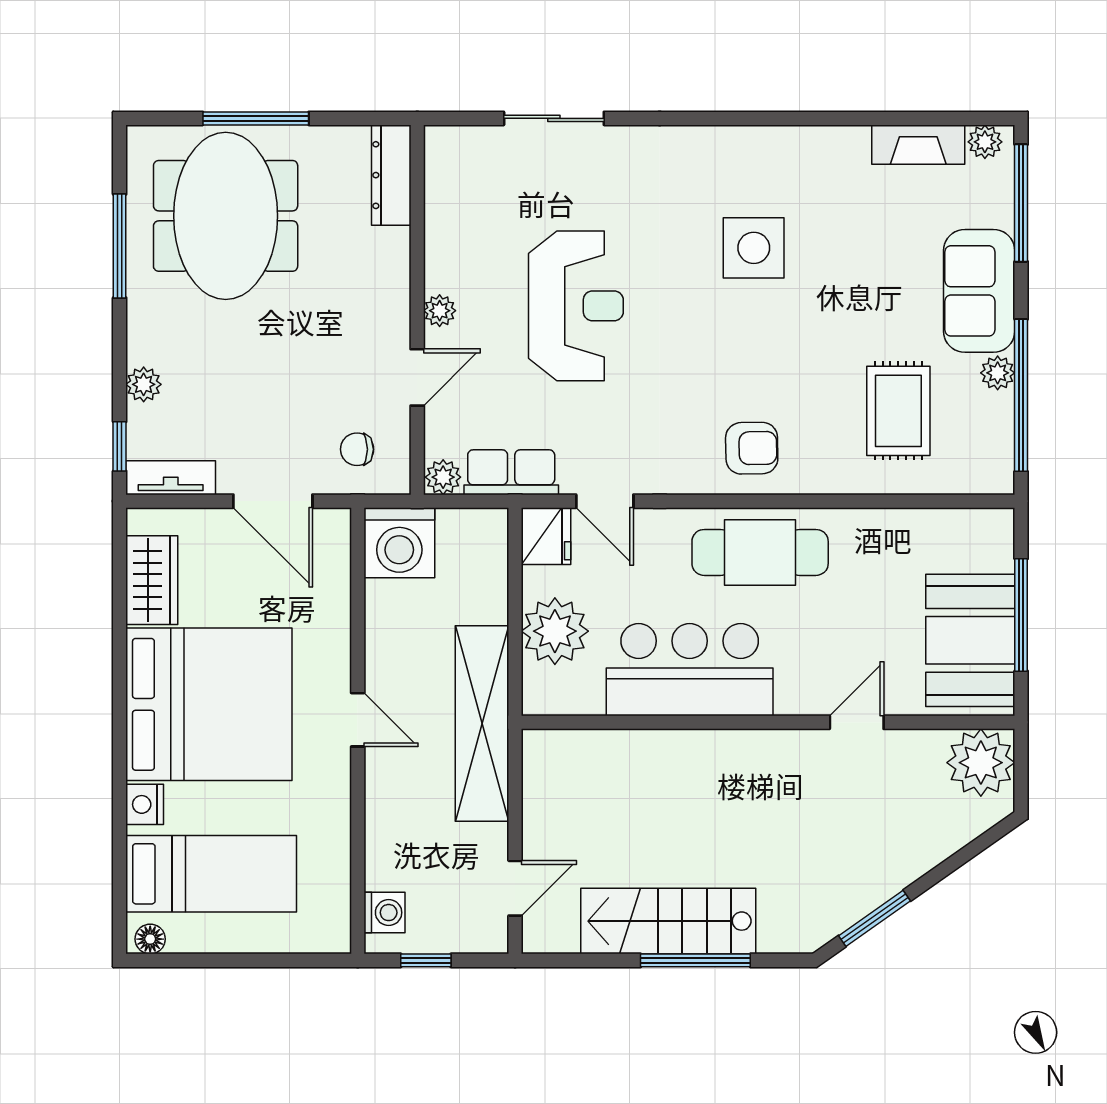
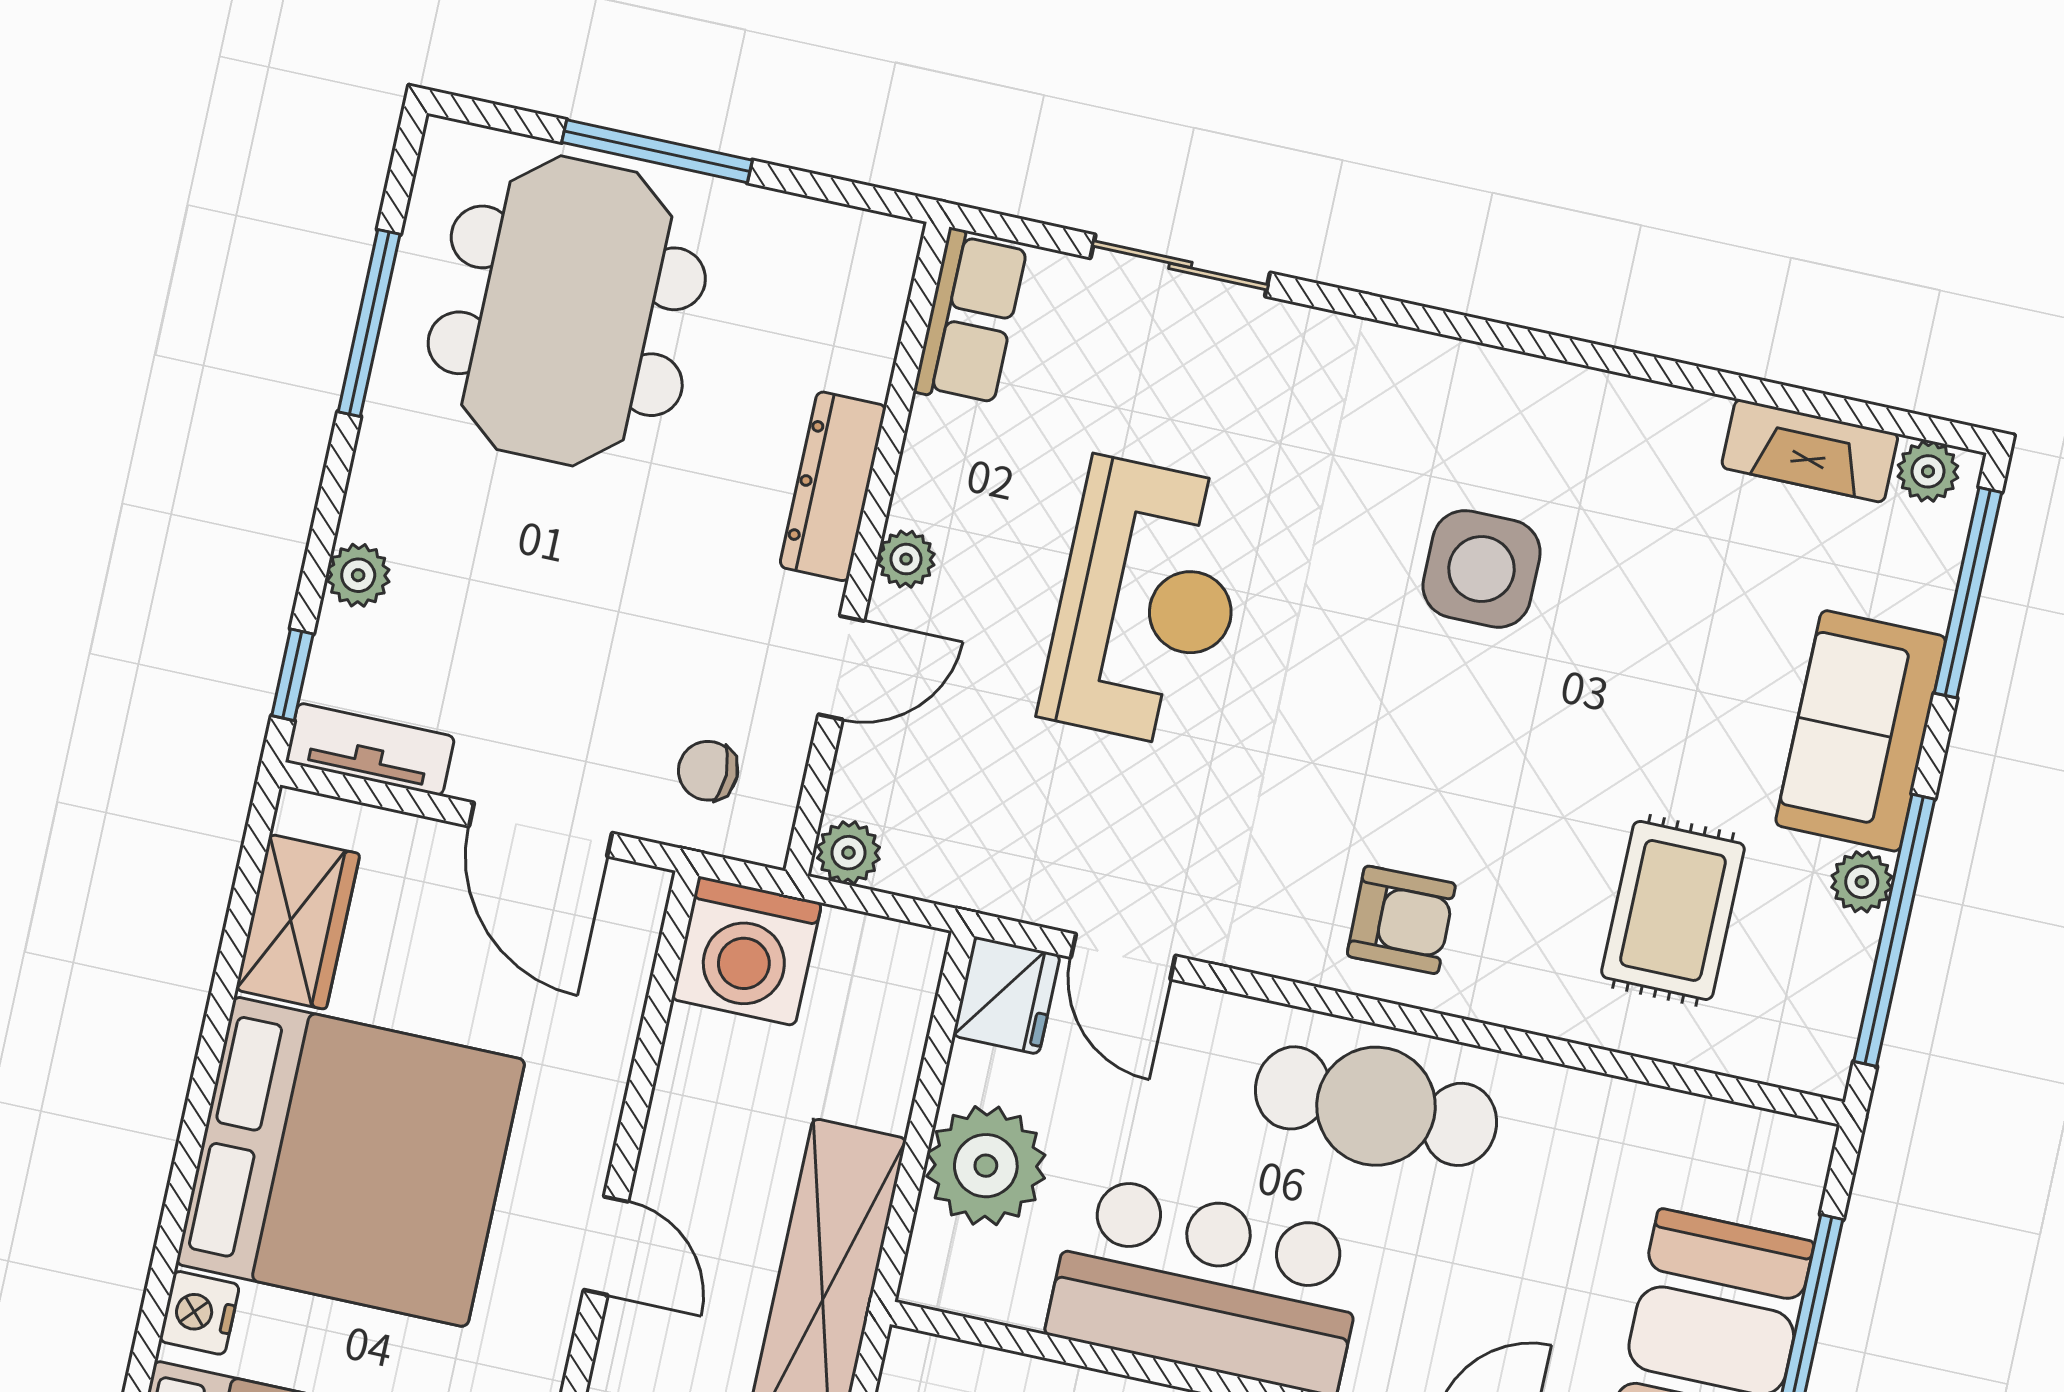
dresser: (391, 175) -> (833, 486), moved
row of seats: (511, 472) -> (971, 318), moved, turned 90

